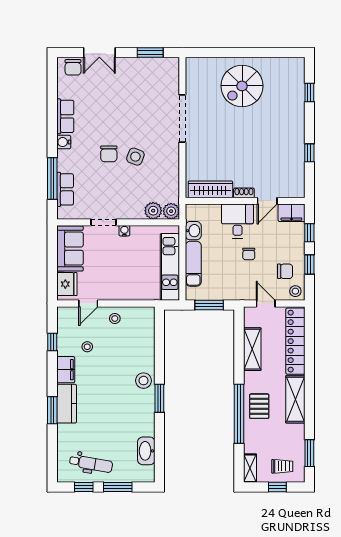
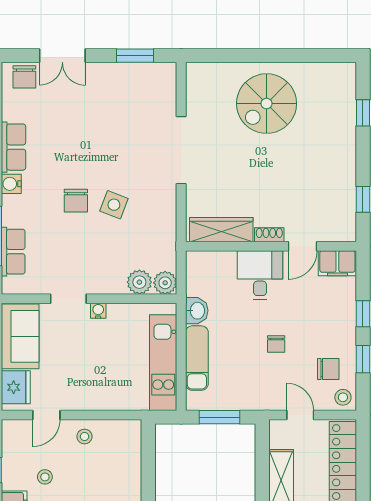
wardrobe: (210, 189) -> (221, 230), moved
shoe rack: (244, 193) -> (269, 235), moved
wall: (245, 201) -> (271, 246), moved
door: (267, 201) -> (302, 246), moved
filing cabinet: (291, 213) -> (337, 263), moved
desk: (237, 221) -> (260, 275), moved

